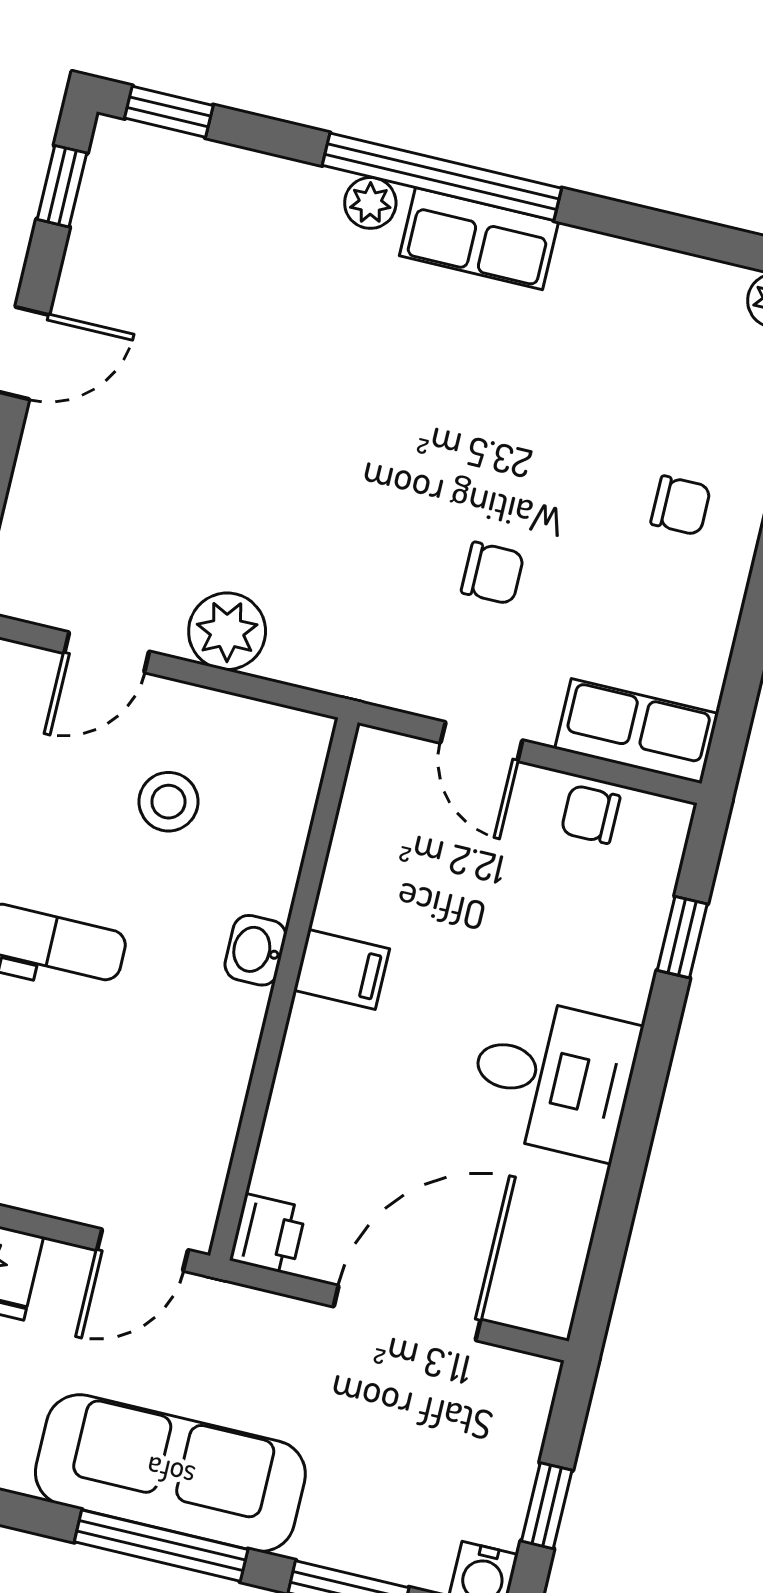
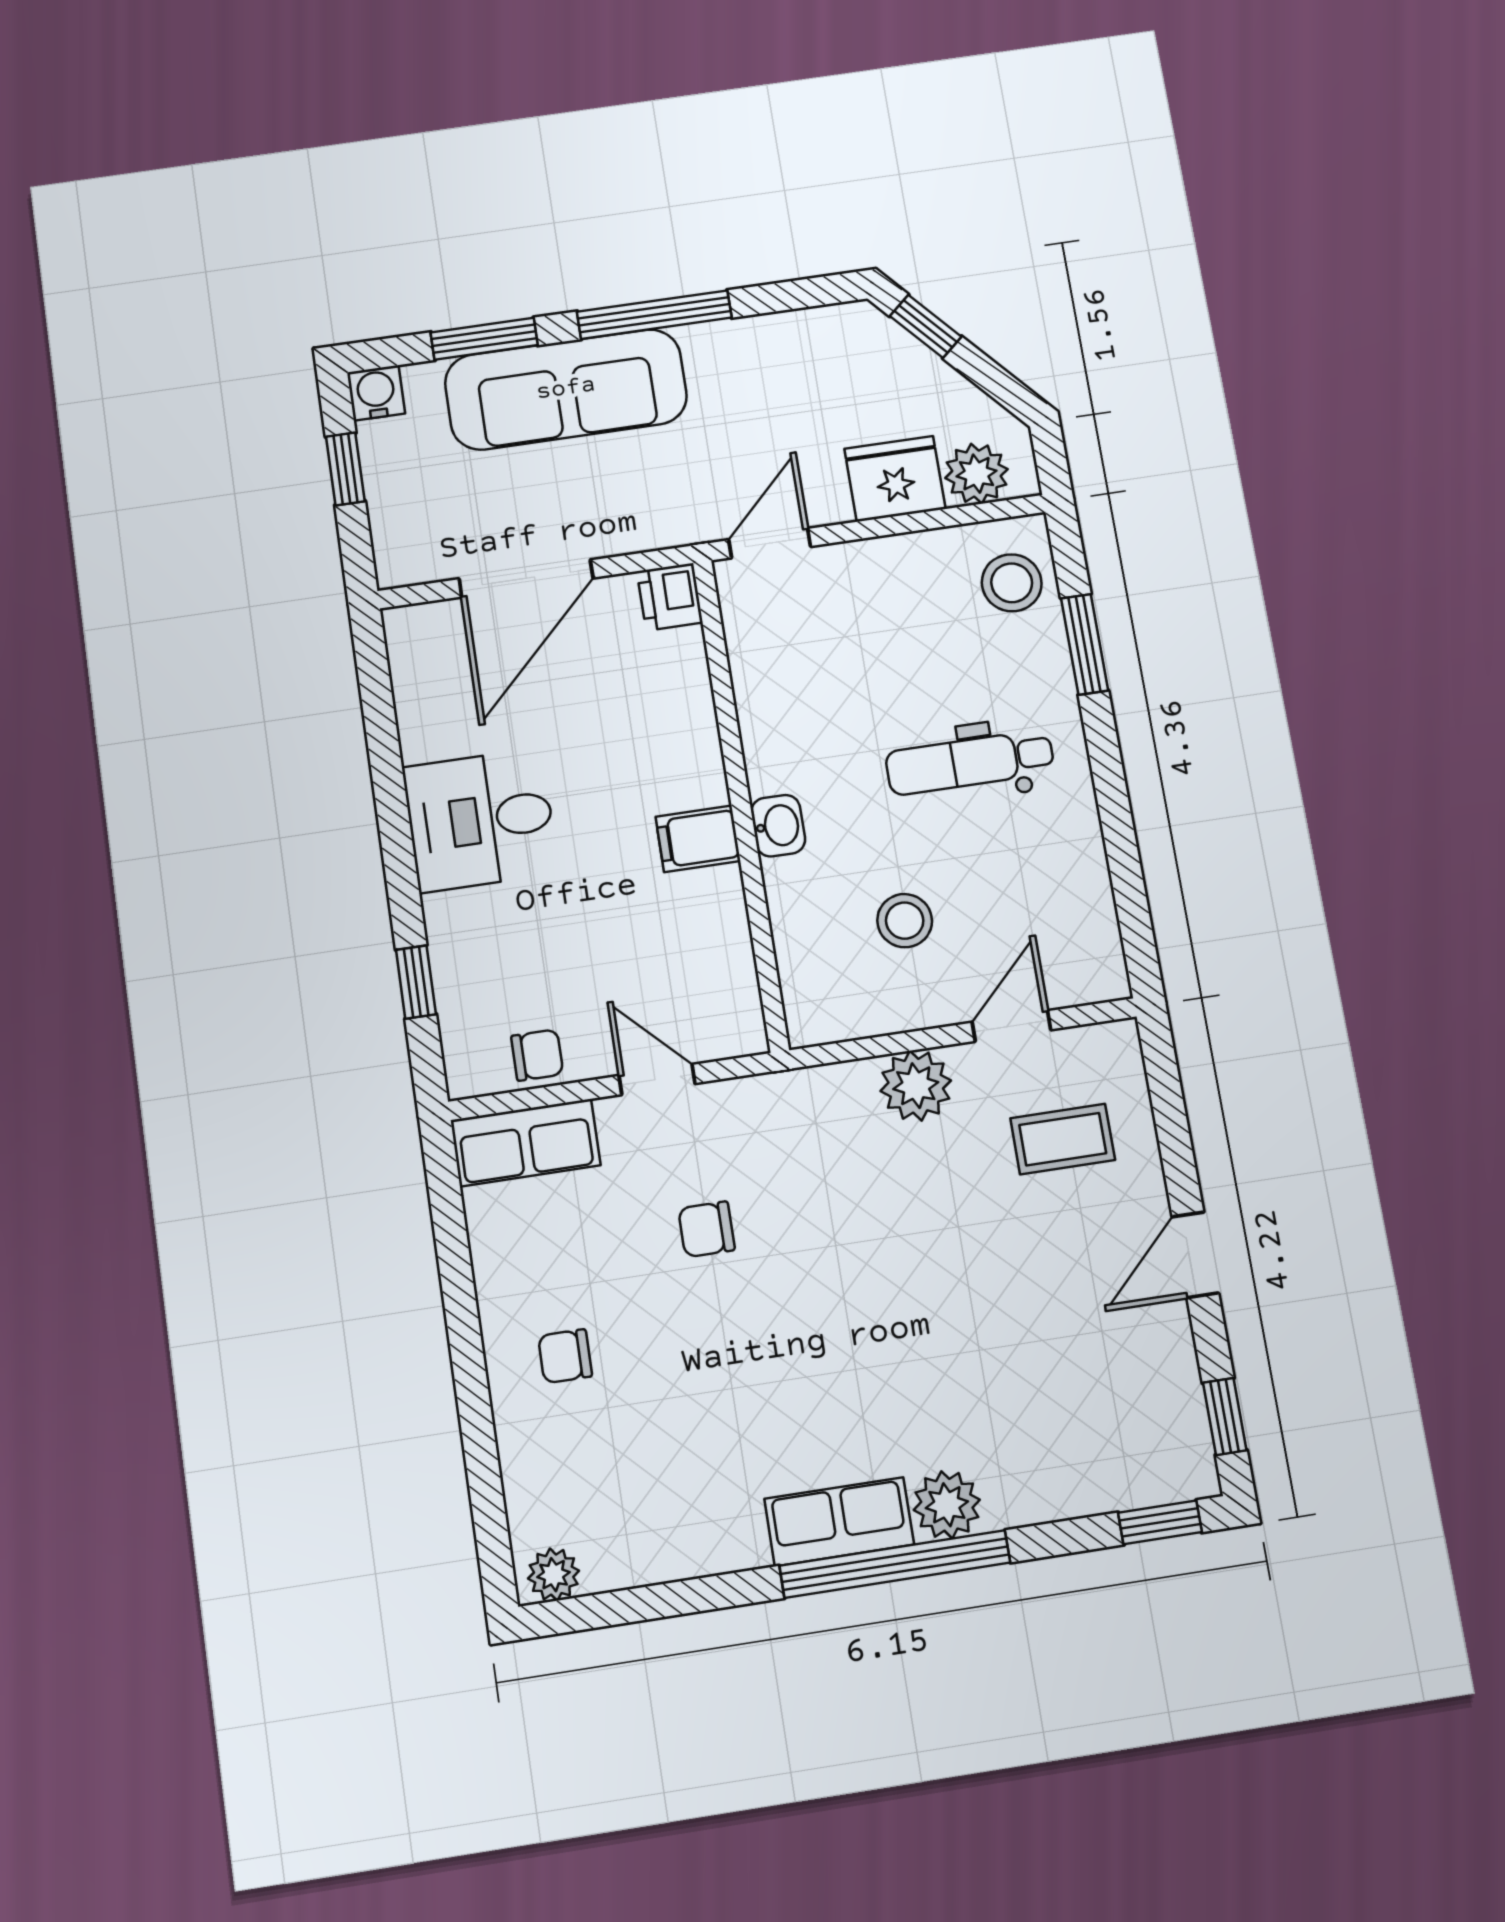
plant: (370, 203) -> (947, 1505), width x1.38, depth x1.38
coffee table: (104, 519) -> (1063, 1139), added
sofa: (170, 1473) -> (566, 389), moved

